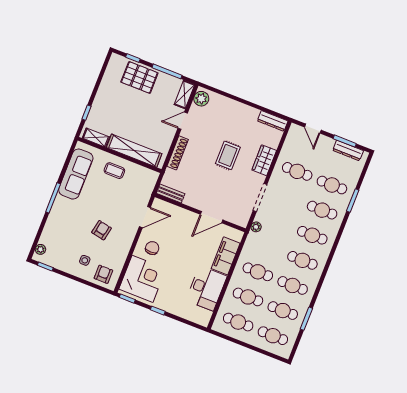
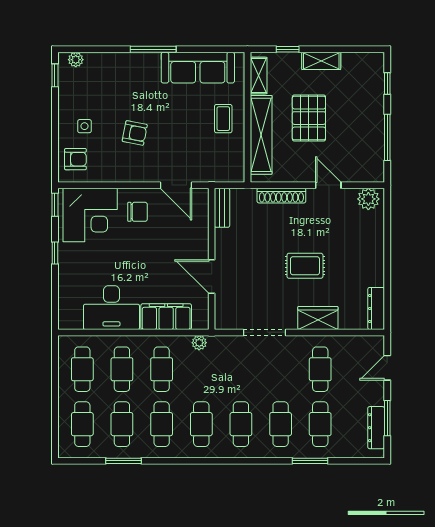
pallet: (139, 77) -> (309, 118), moved
shelving: (184, 94) -> (321, 61), moved
plant: (256, 227) -> (199, 343), moved

